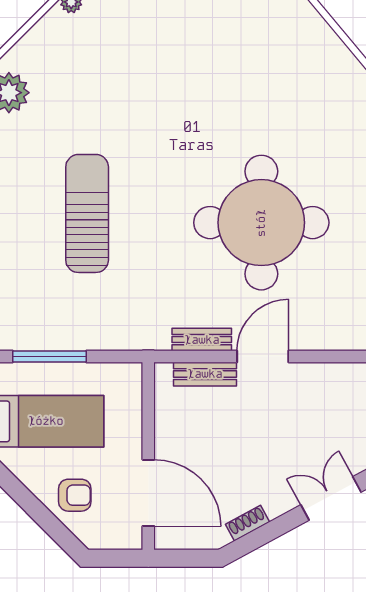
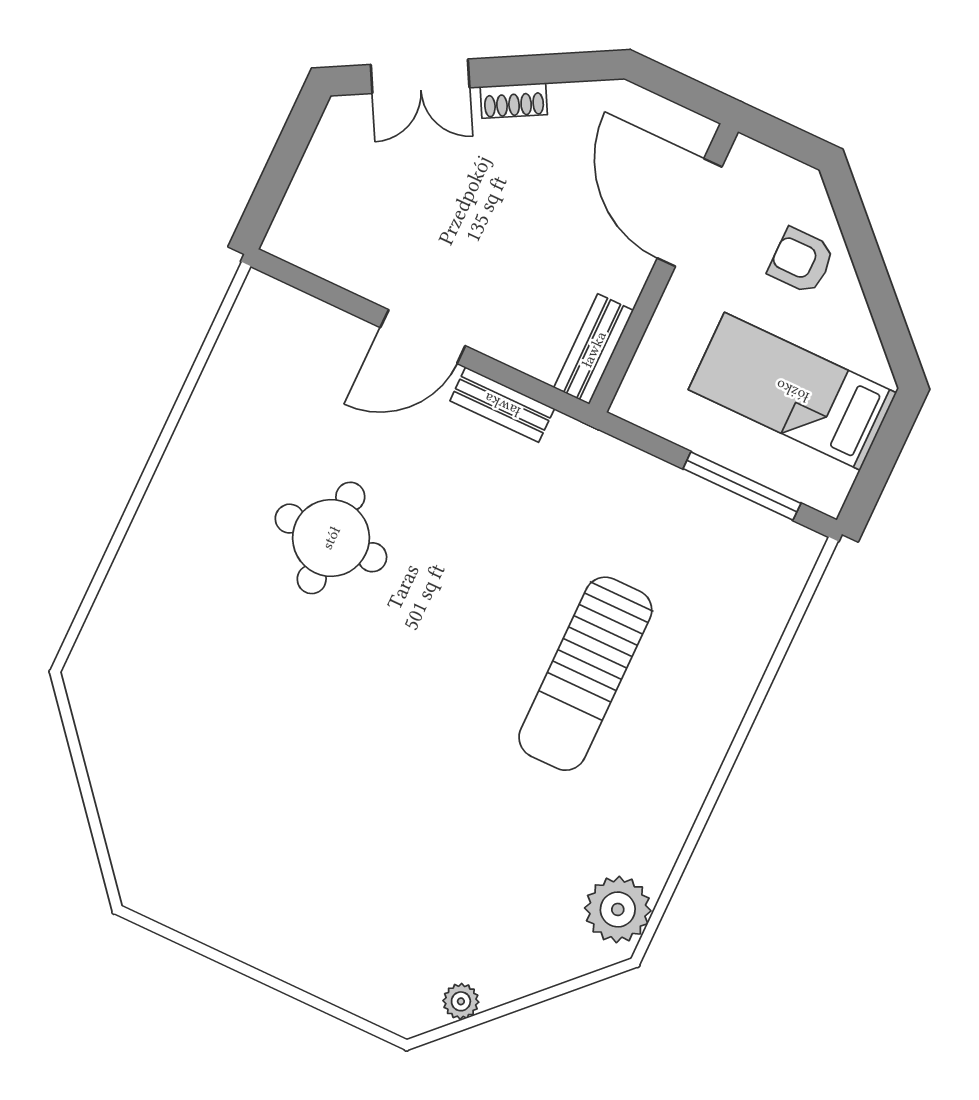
round table: (261, 223) -> (331, 538), width x0.54, depth x0.54
bench: (205, 374) -> (594, 349), moved, turned 90
shoe rack: (248, 523) -> (514, 101), moved

